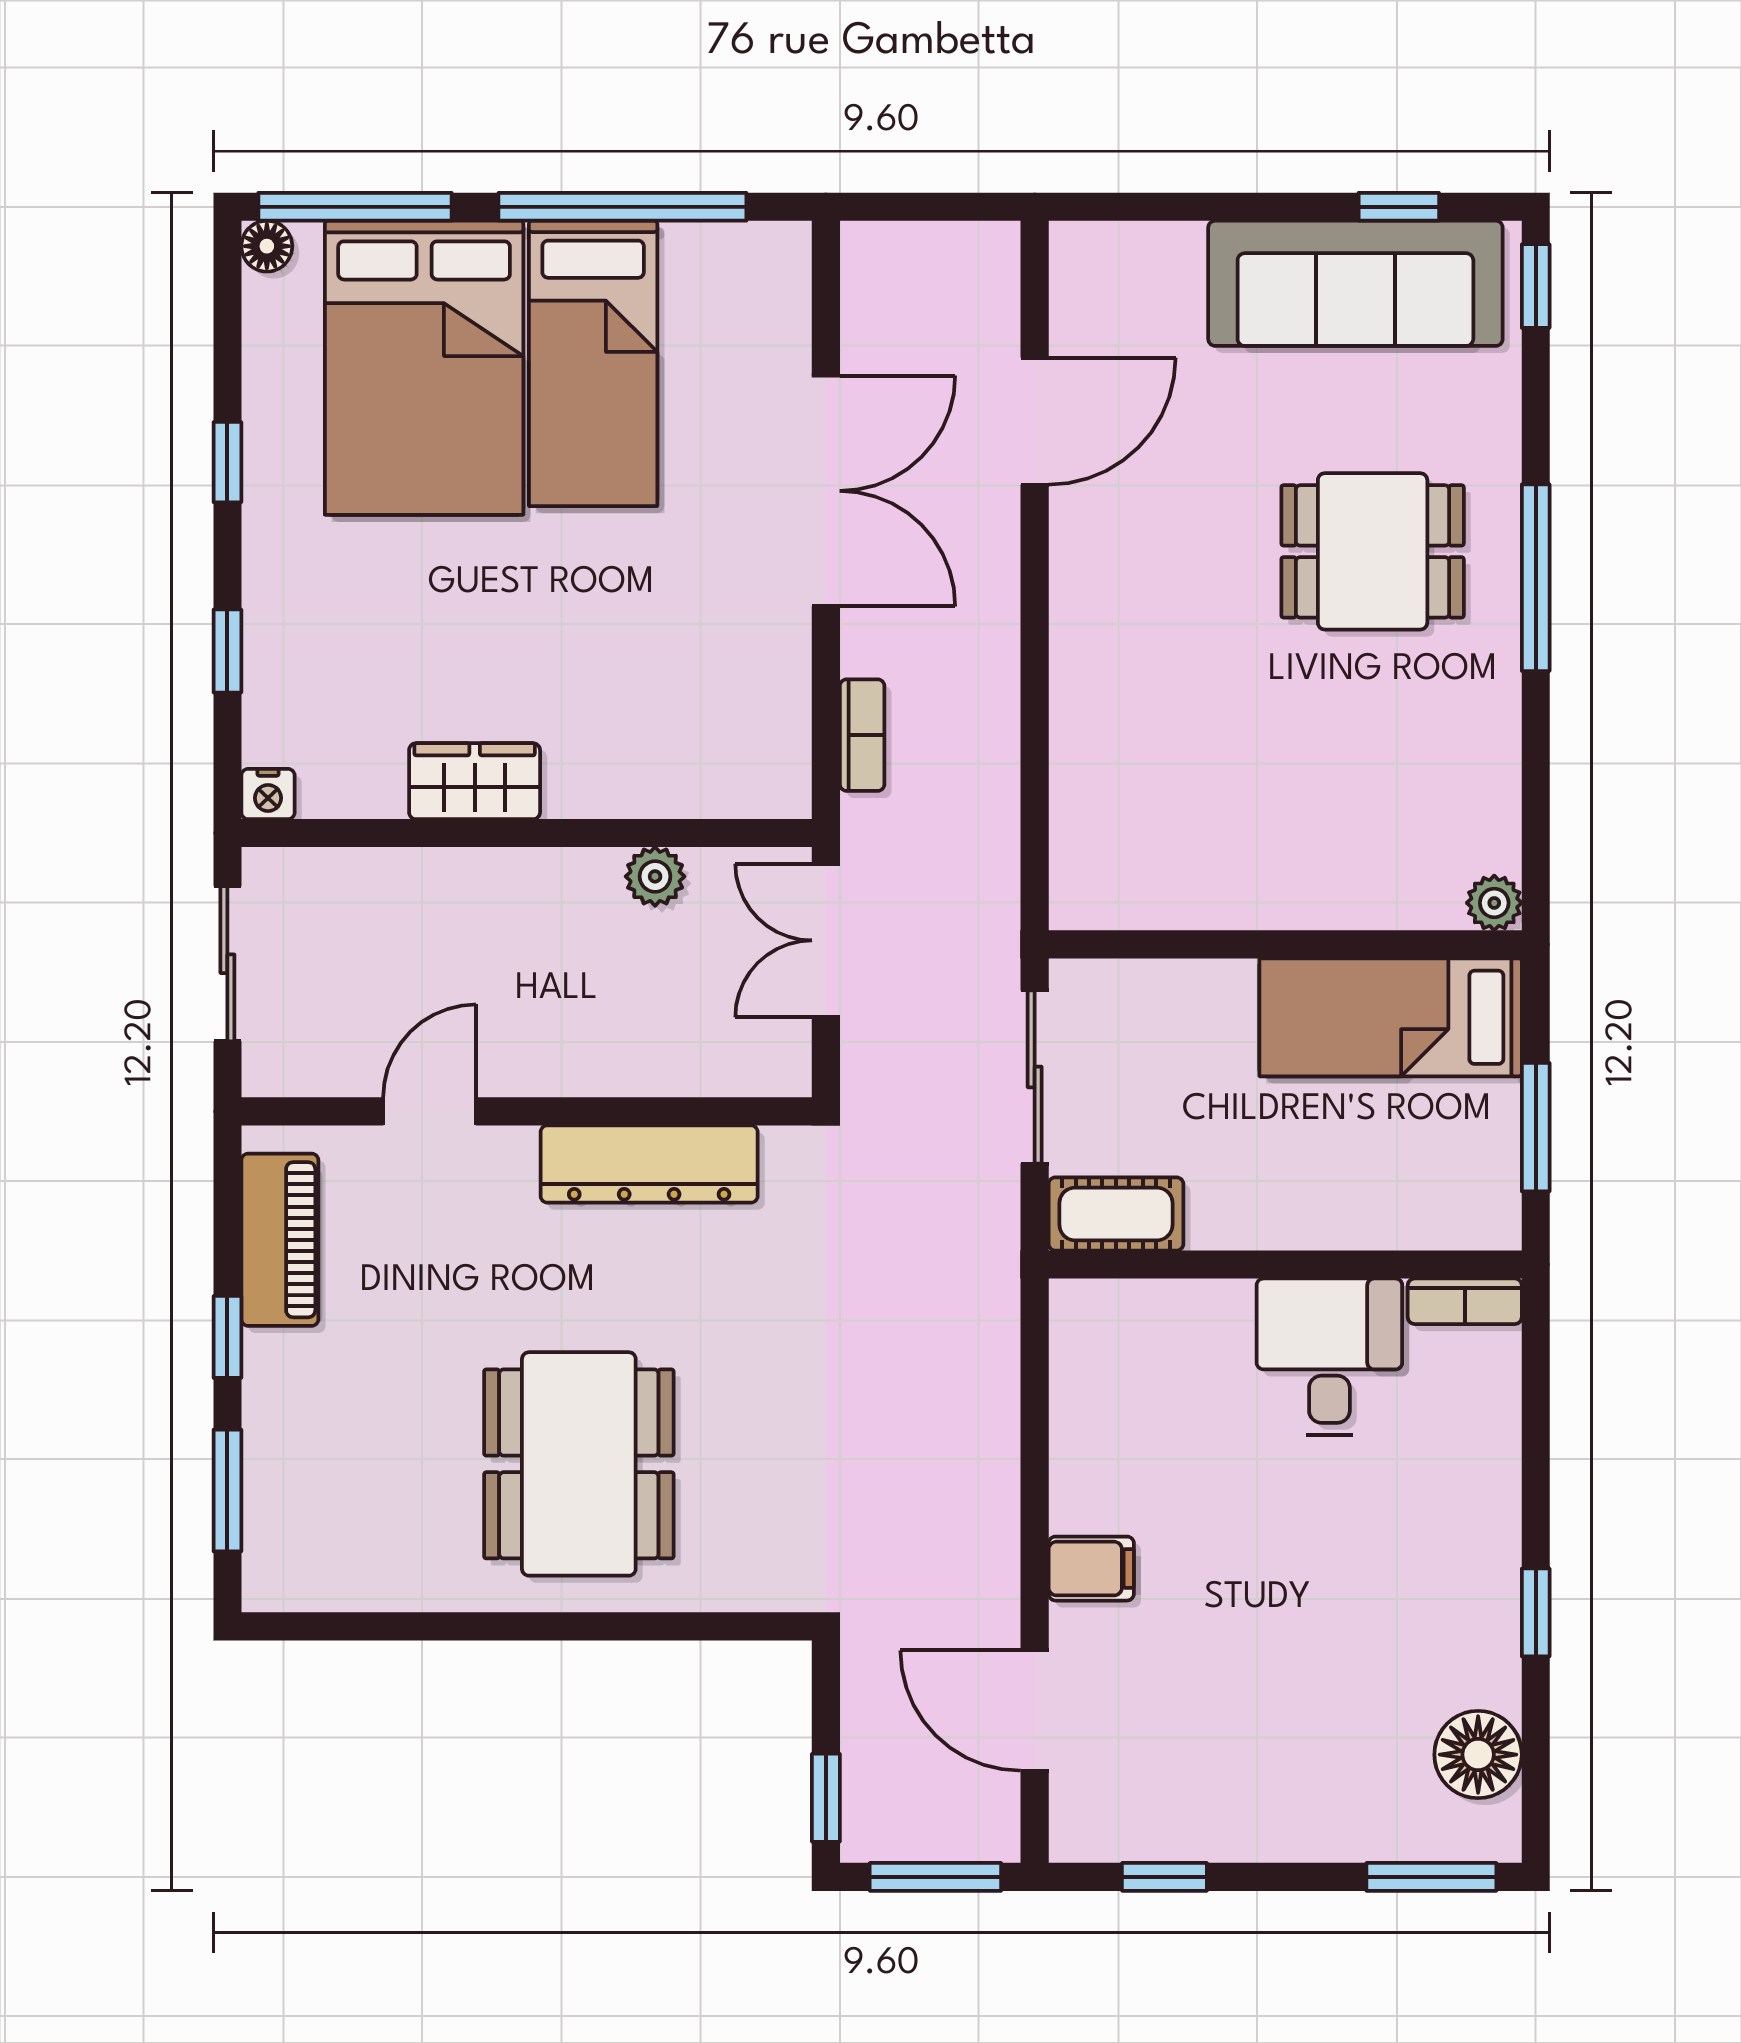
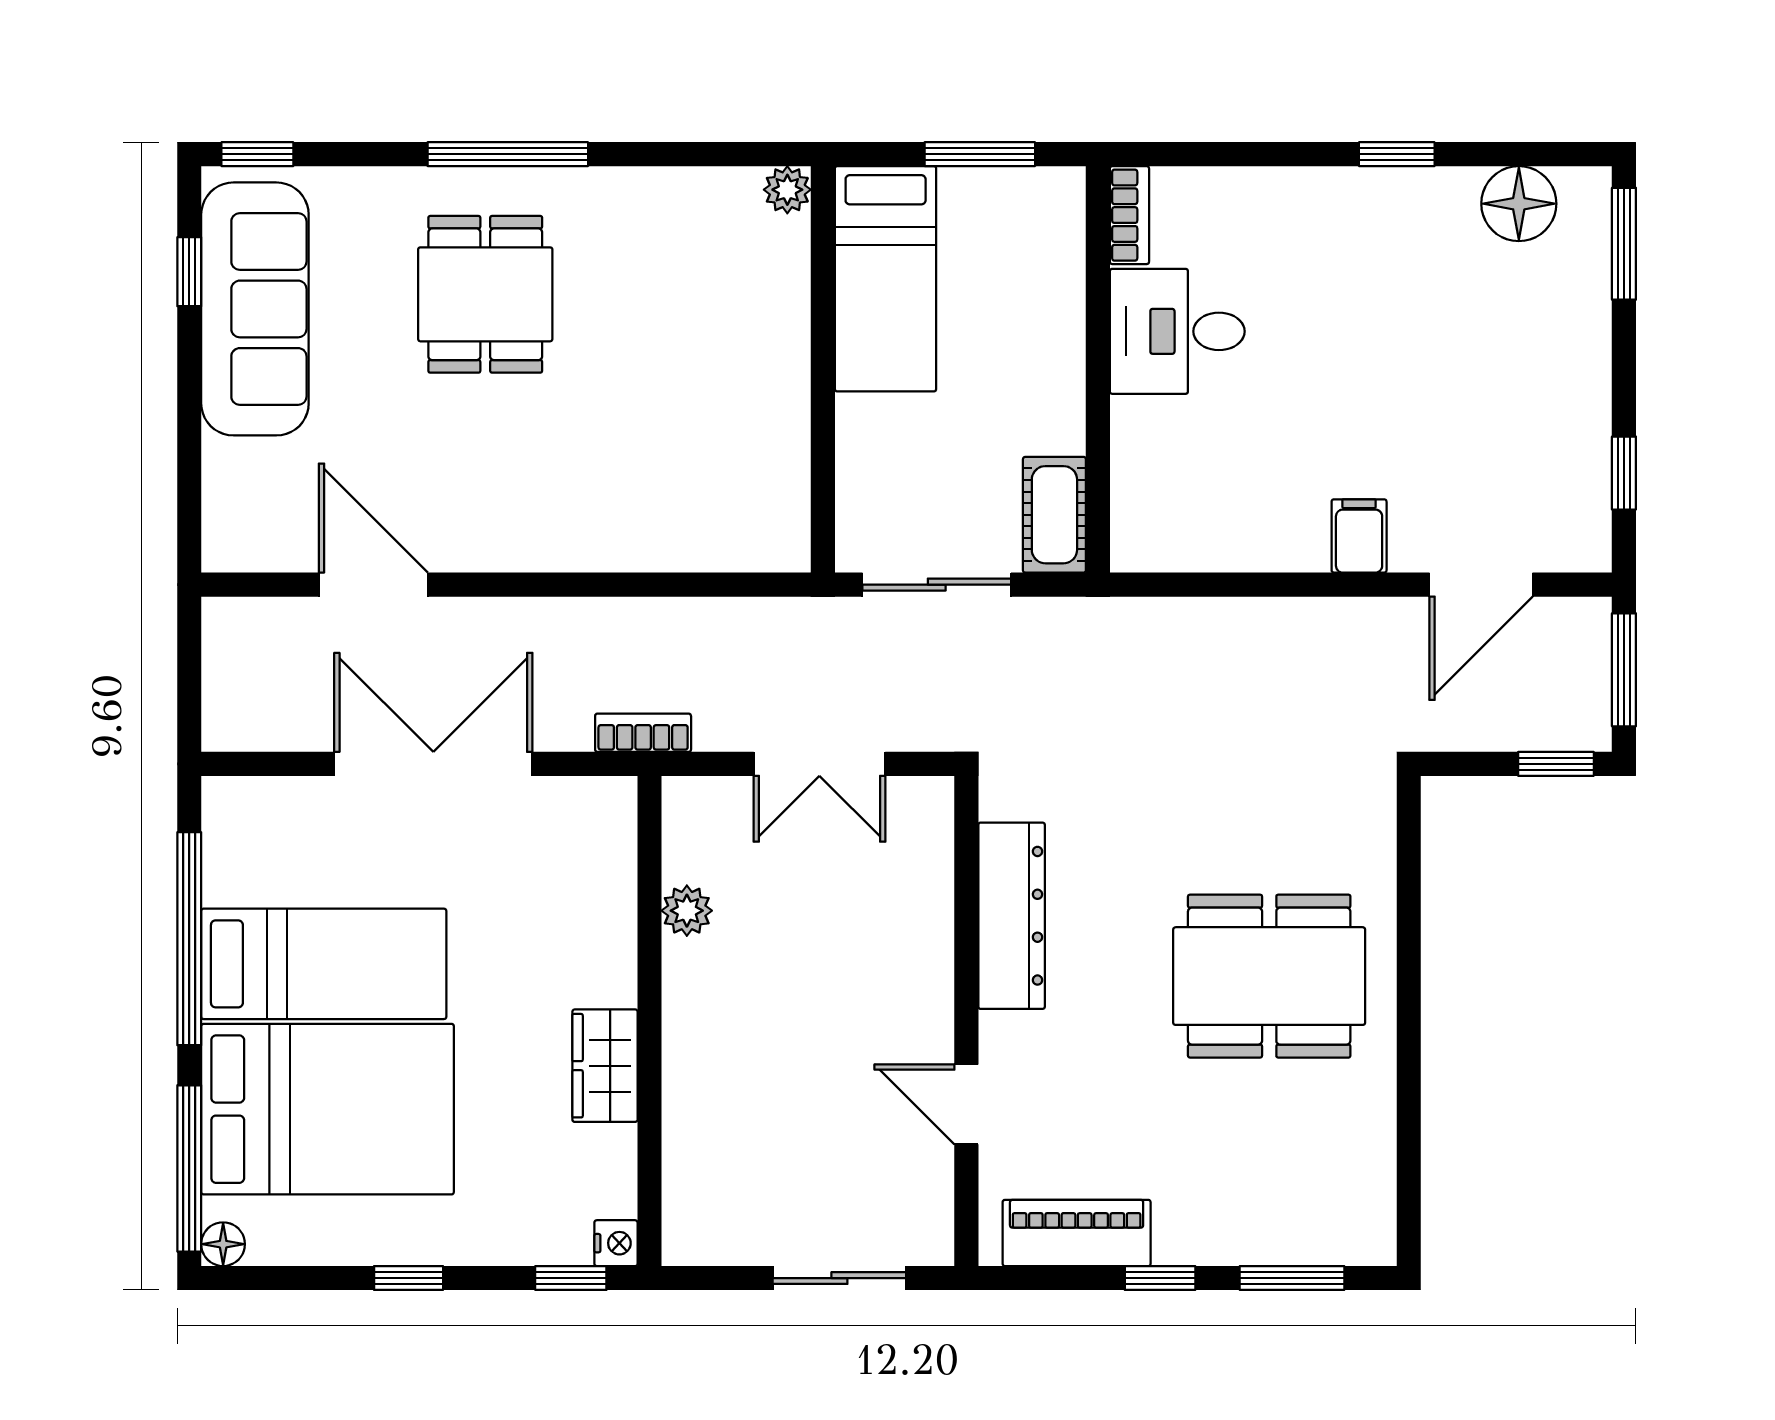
wardrobe: (475, 781) -> (605, 1066), moved
nightstand: (268, 794) -> (616, 1243), moved
wall: (527, 833) -> (650, 1021), moved
plant: (655, 876) -> (687, 911), moved

